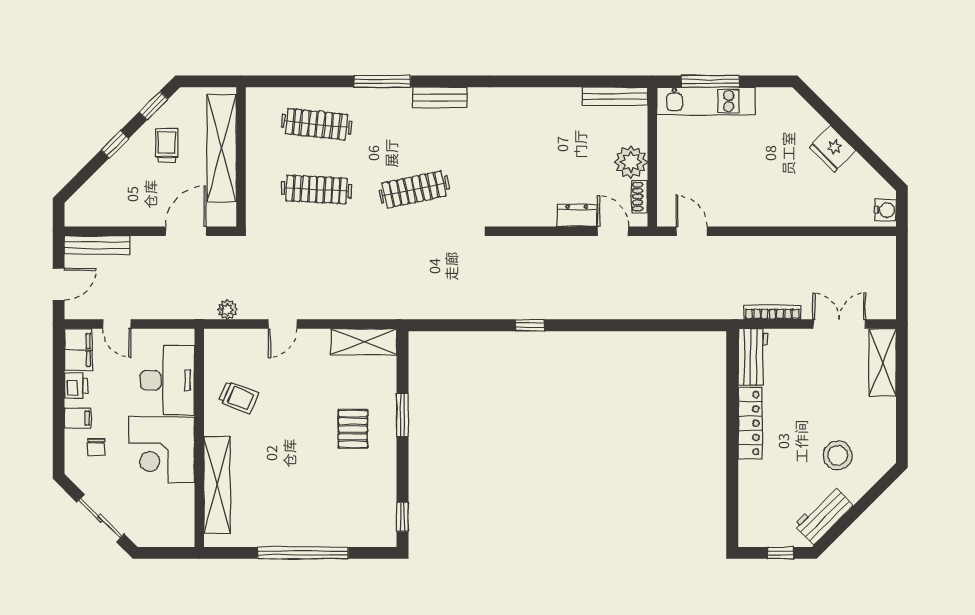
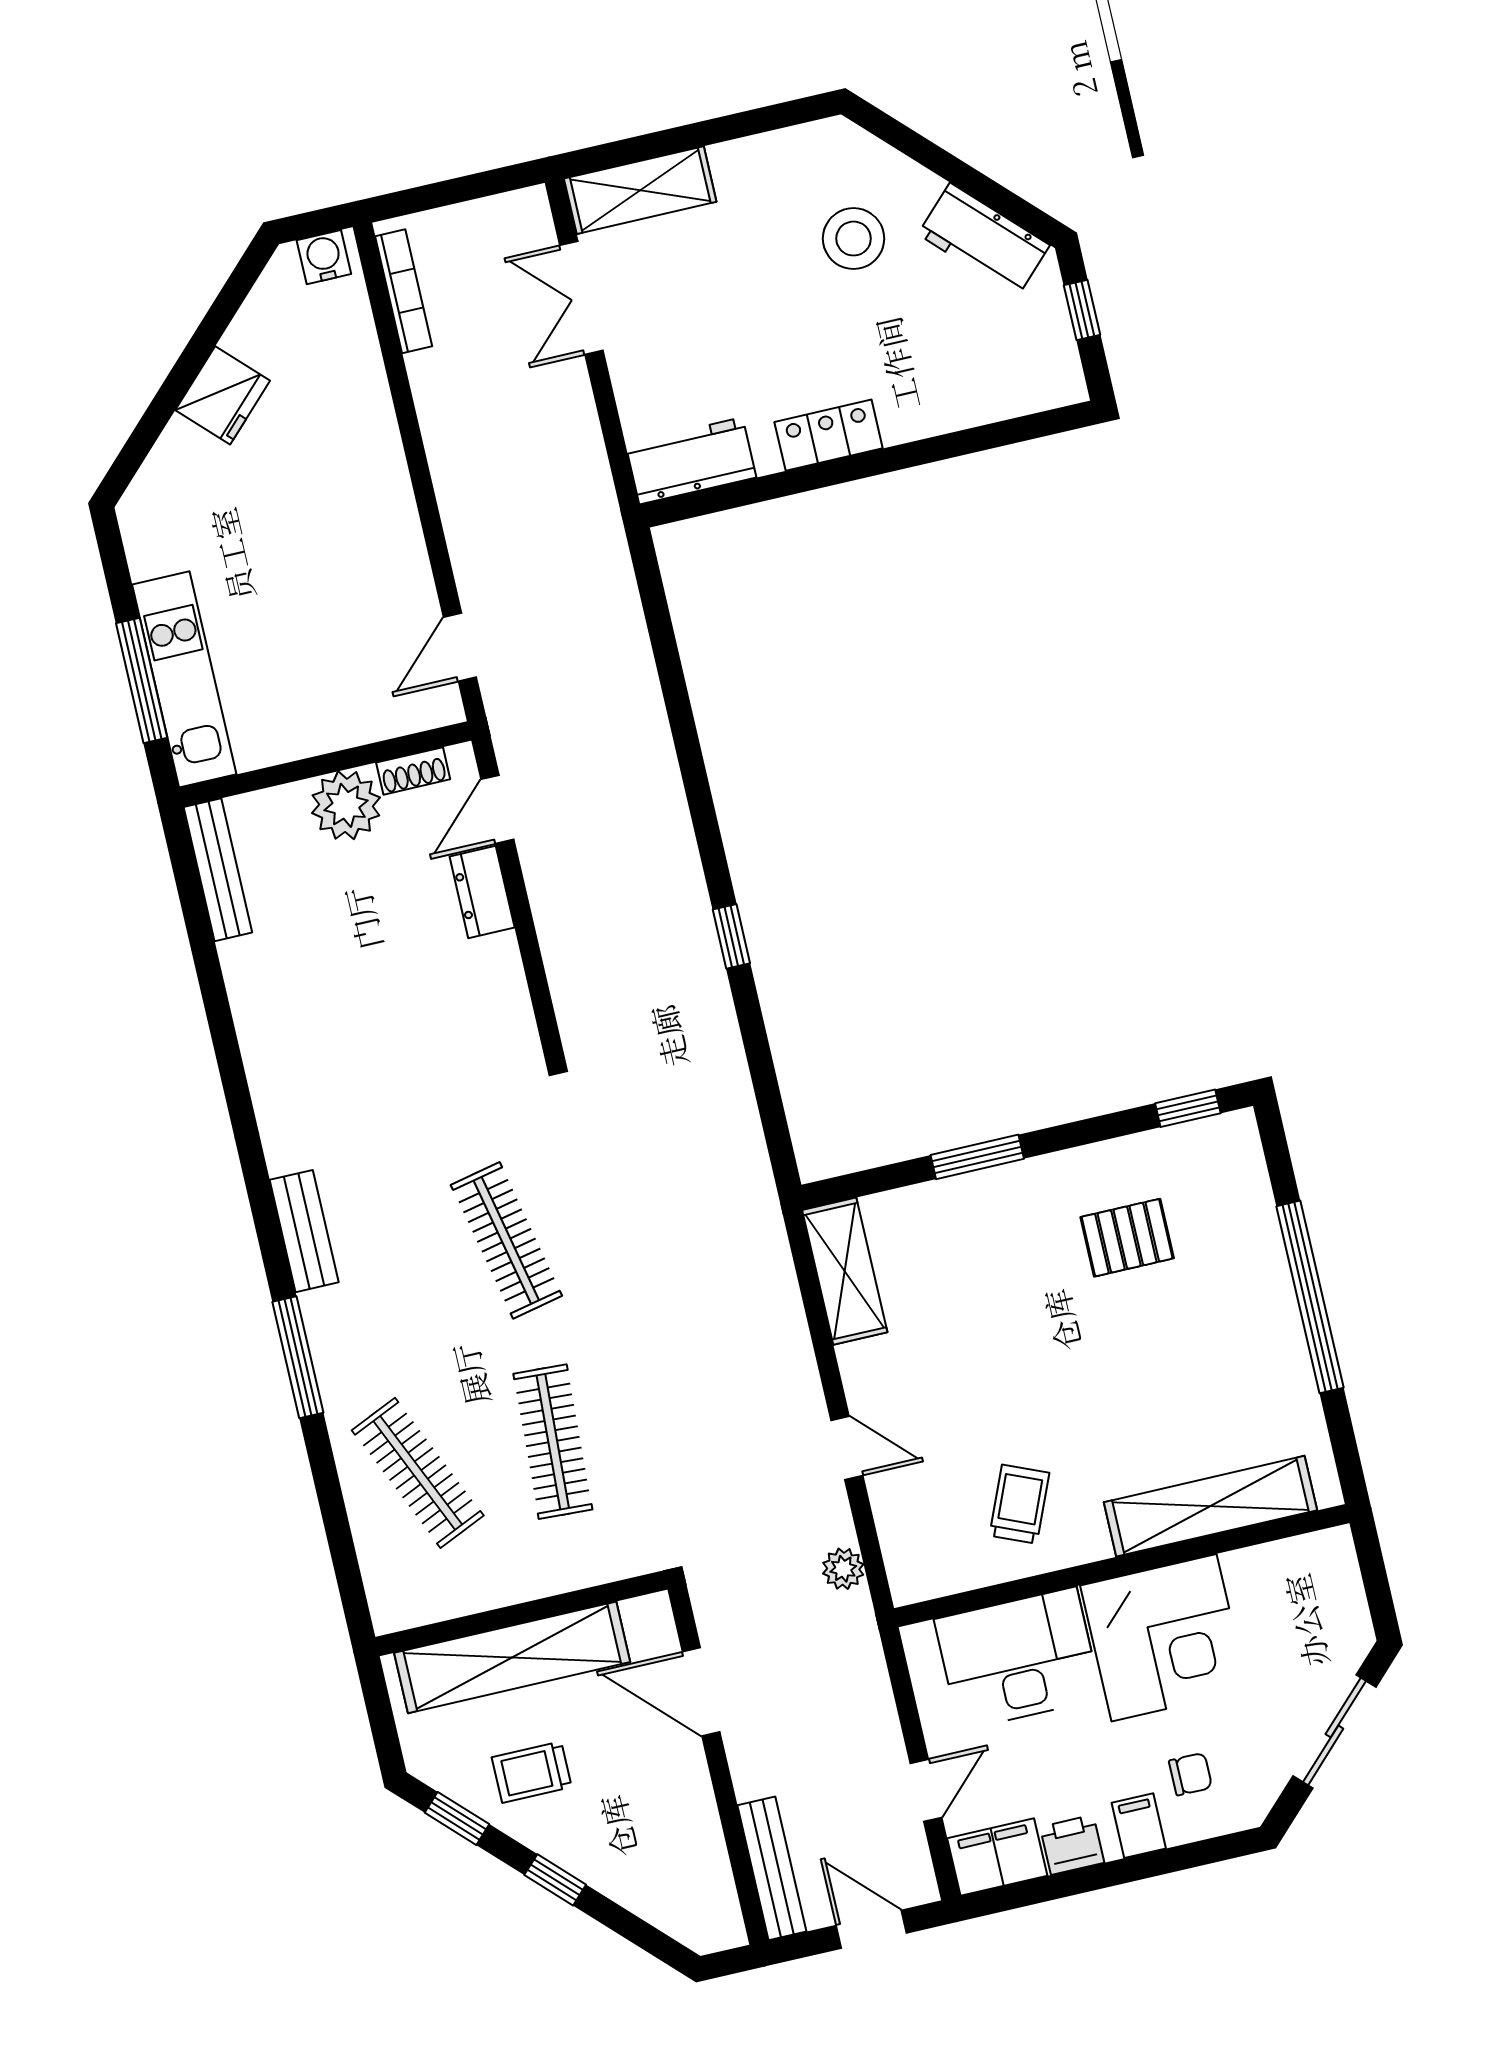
clothes rail: (317, 124) -> (418, 1473), turned -30
bookcase: (772, 312) -> (404, 291), moved, turned 180
locker: (750, 423) -> (829, 435), width x0.66
pallet: (353, 429) -> (1127, 1238), moved

